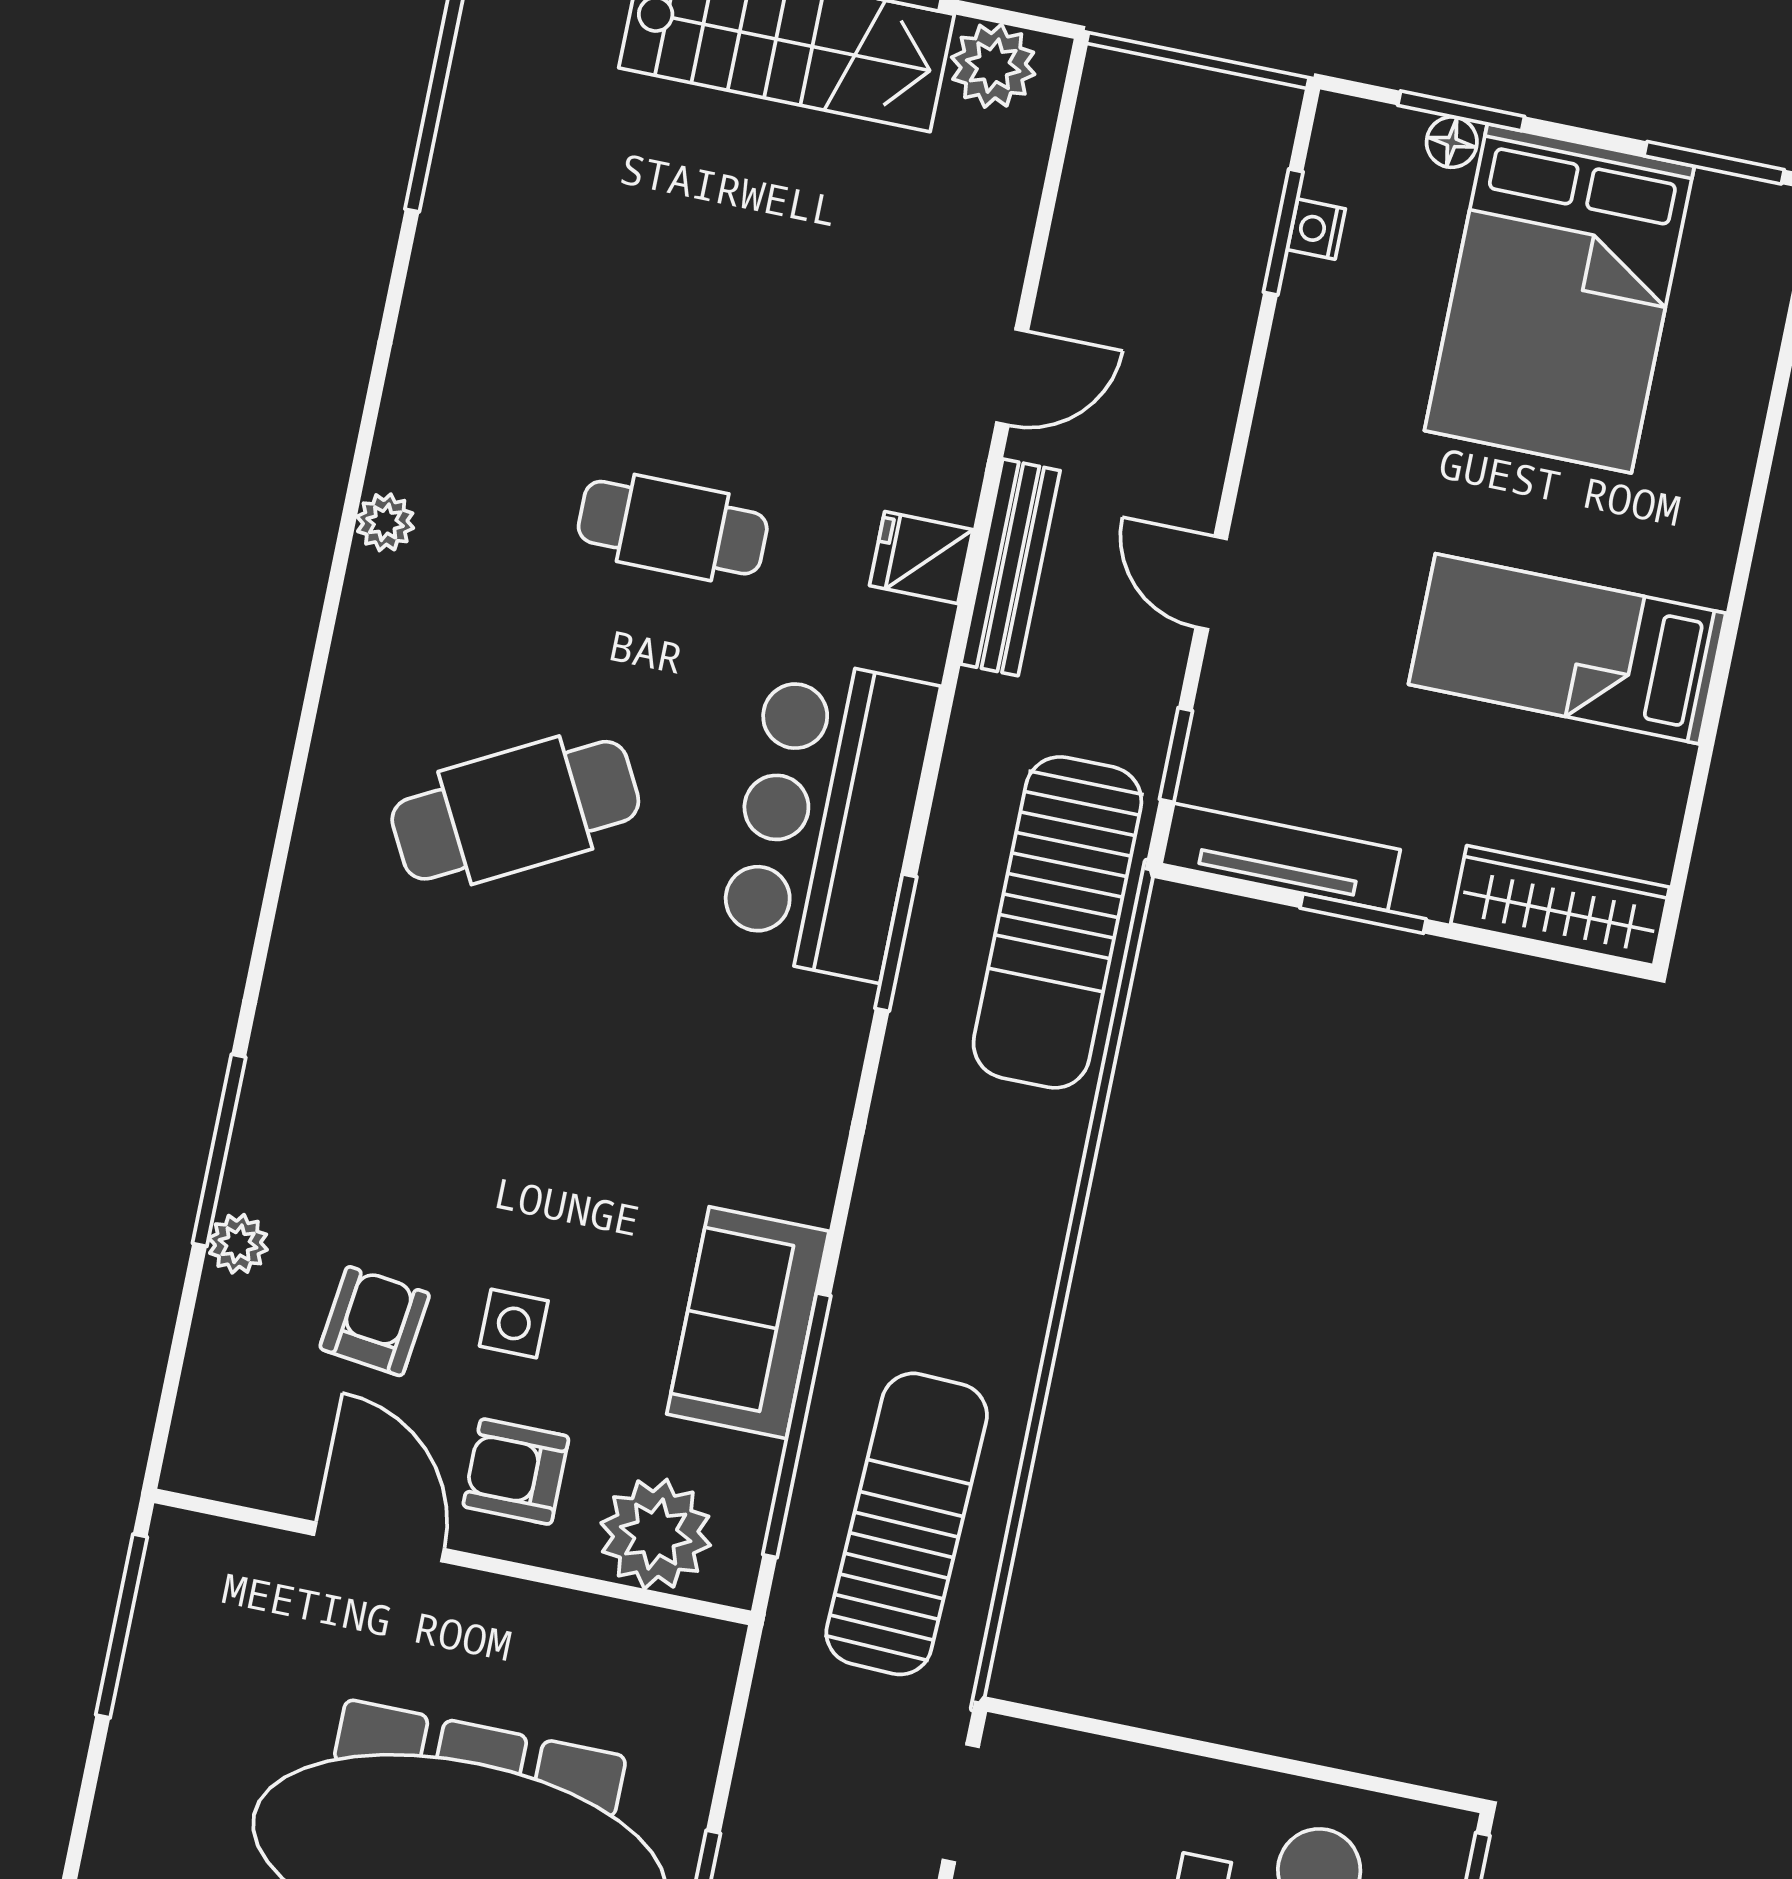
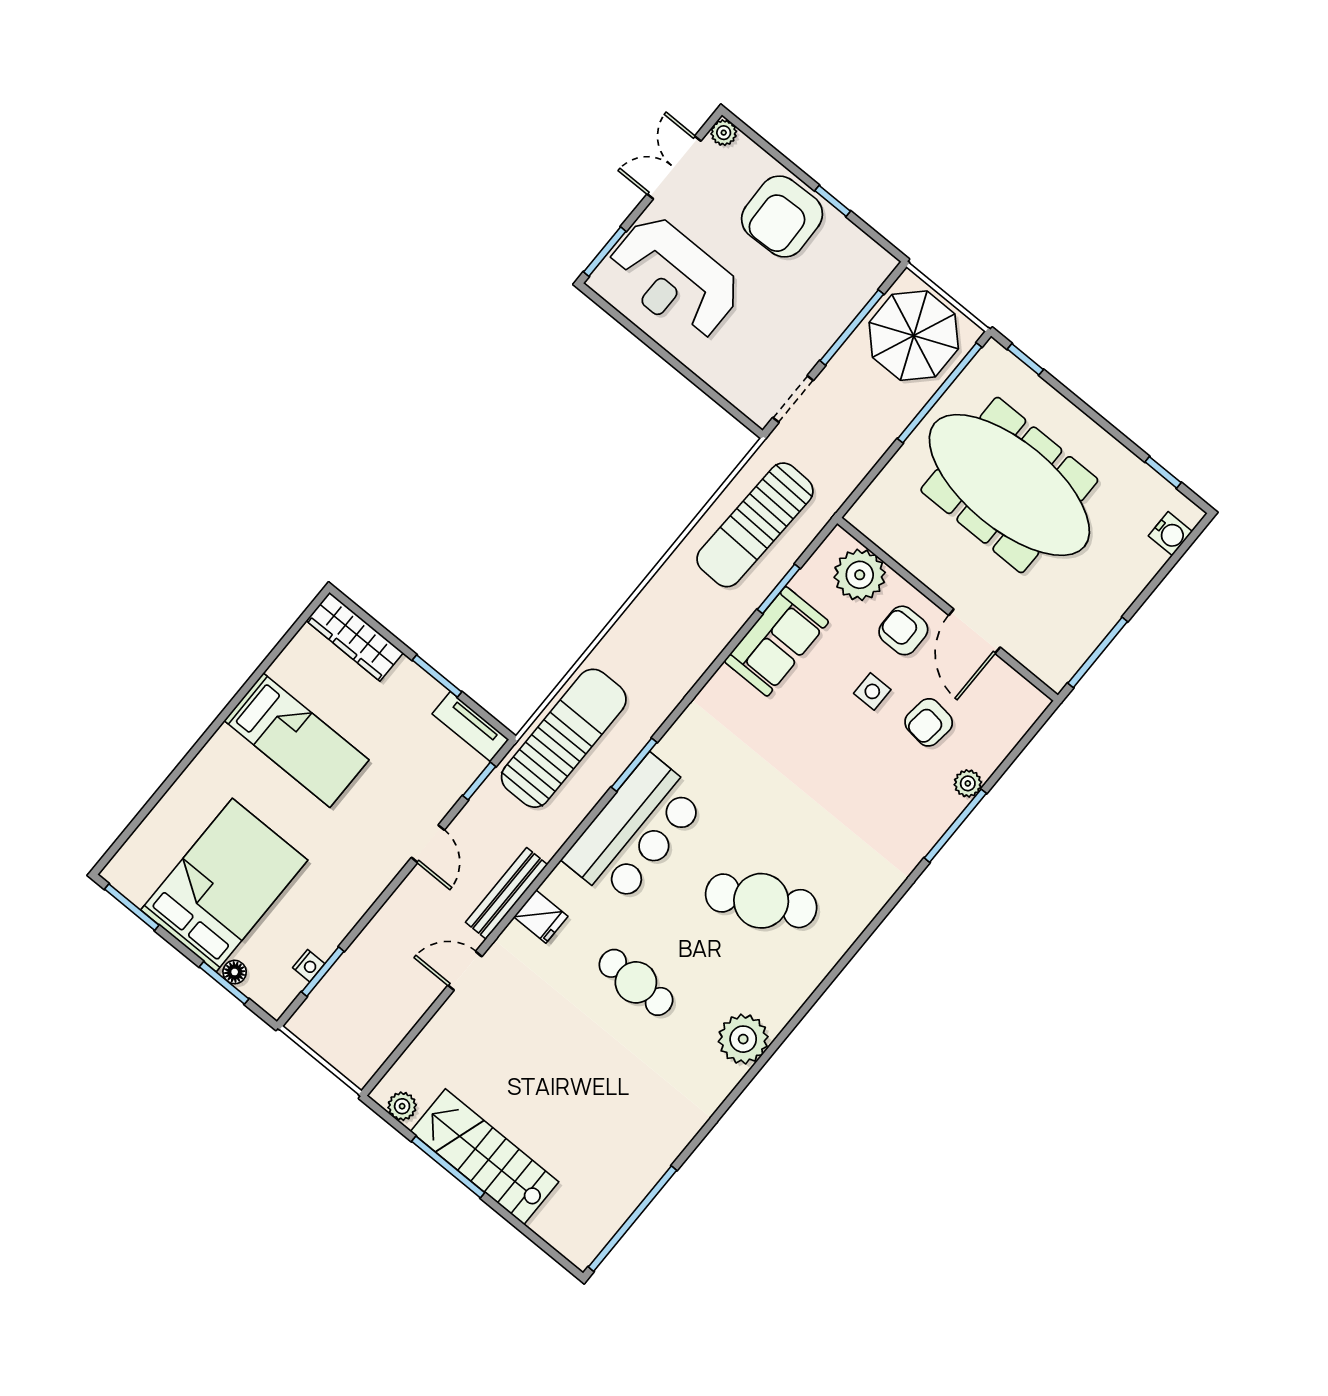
plant: (993, 66) -> (402, 1106), width x0.73, depth x0.73
plant: (385, 522) -> (743, 1039), width x1.88, depth x1.88
tv unit: (1281, 857) -> (470, 727), width x0.71
window: (797, 1425) -> (779, 589), width x0.47
armchair: (516, 1472) -> (903, 630), turned 180

